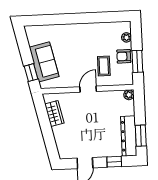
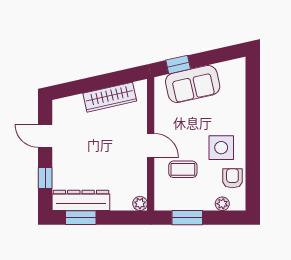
side table: (87, 40) -> (221, 148), added
armchair: (124, 56) -> (232, 178), moved
wardrobe: (54, 114) -> (110, 97), width x1.50

